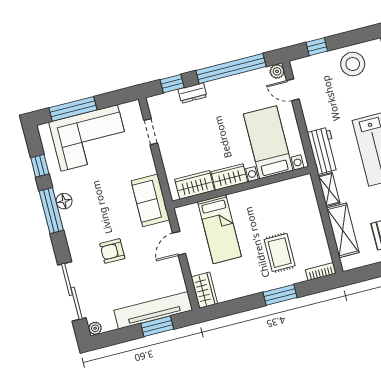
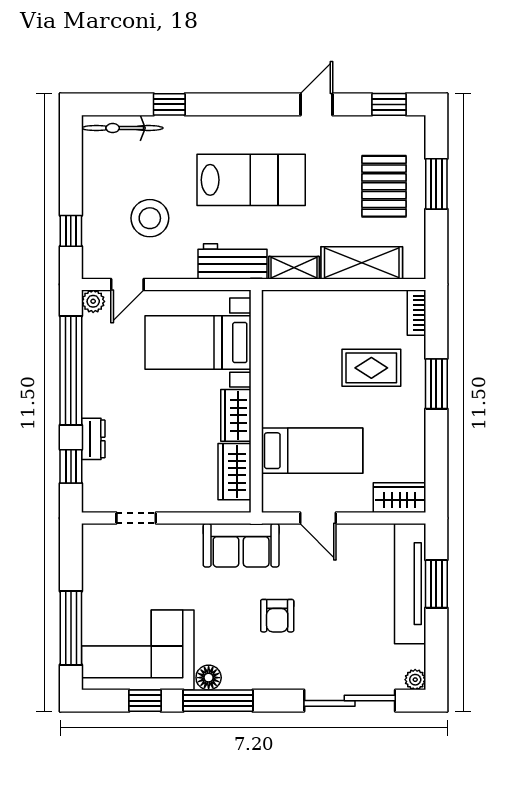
stool: (353, 64) -> (150, 218), moved
corner sofa: (89, 138) -> (138, 650), moved, turned -90
armchair: (112, 251) -> (277, 616), moved

